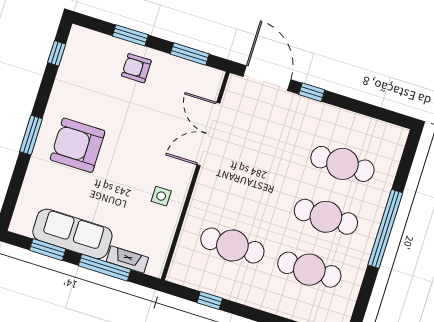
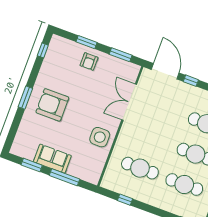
armchair: (136, 68) -> (89, 62), turned -90
side table: (161, 196) -> (100, 137), width x1.87, depth x1.87
sofa: (72, 234) -> (52, 159), width x0.73
fireplace: (127, 260) -> (78, 173), removed

